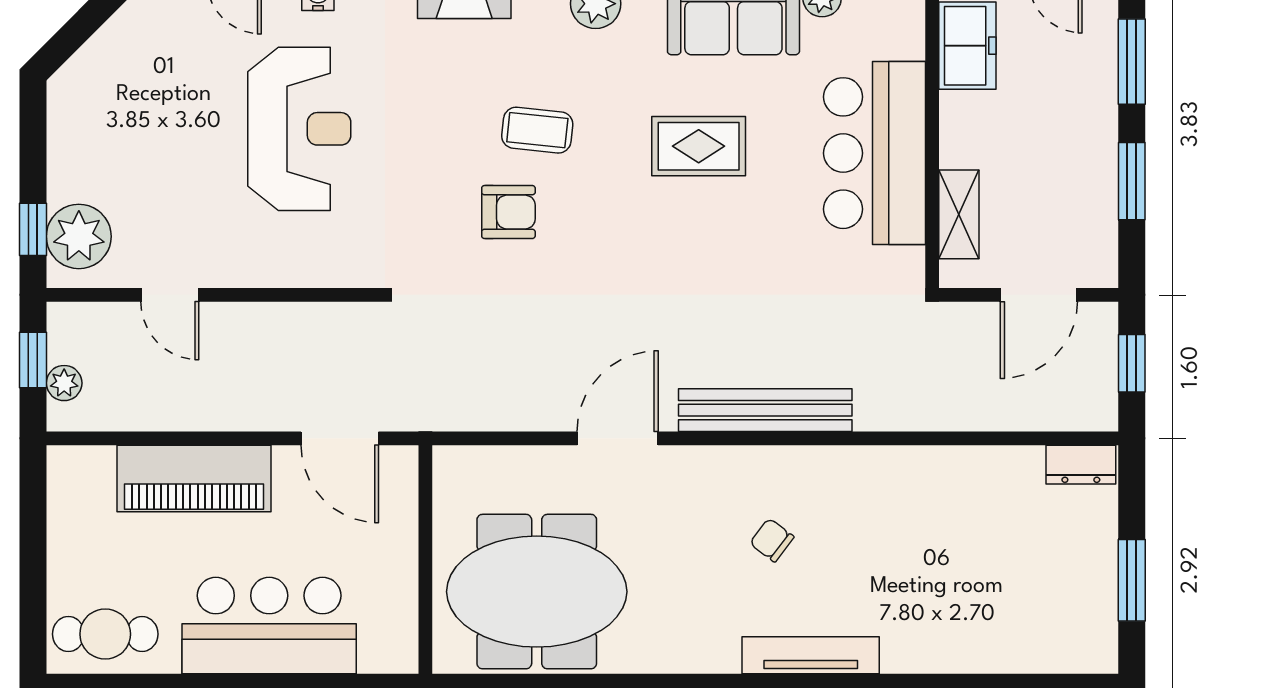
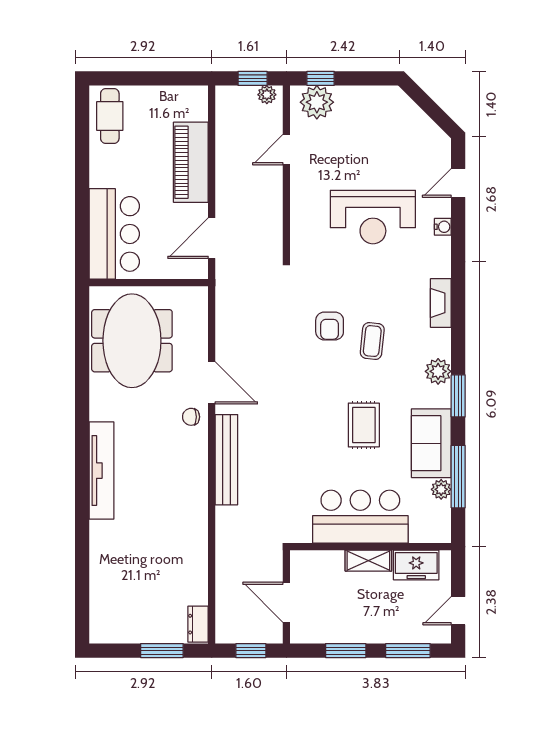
shelving: (959, 214) -> (368, 561), moved
plant: (64, 383) -> (267, 95), moved
chair: (772, 540) -> (191, 417), moved, turned -127
window: (1132, 580) -> (162, 651), moved
bar counter: (269, 625) -> (114, 234), moved
tv unit: (811, 655) -> (102, 471), width x1.36, depth x1.29

